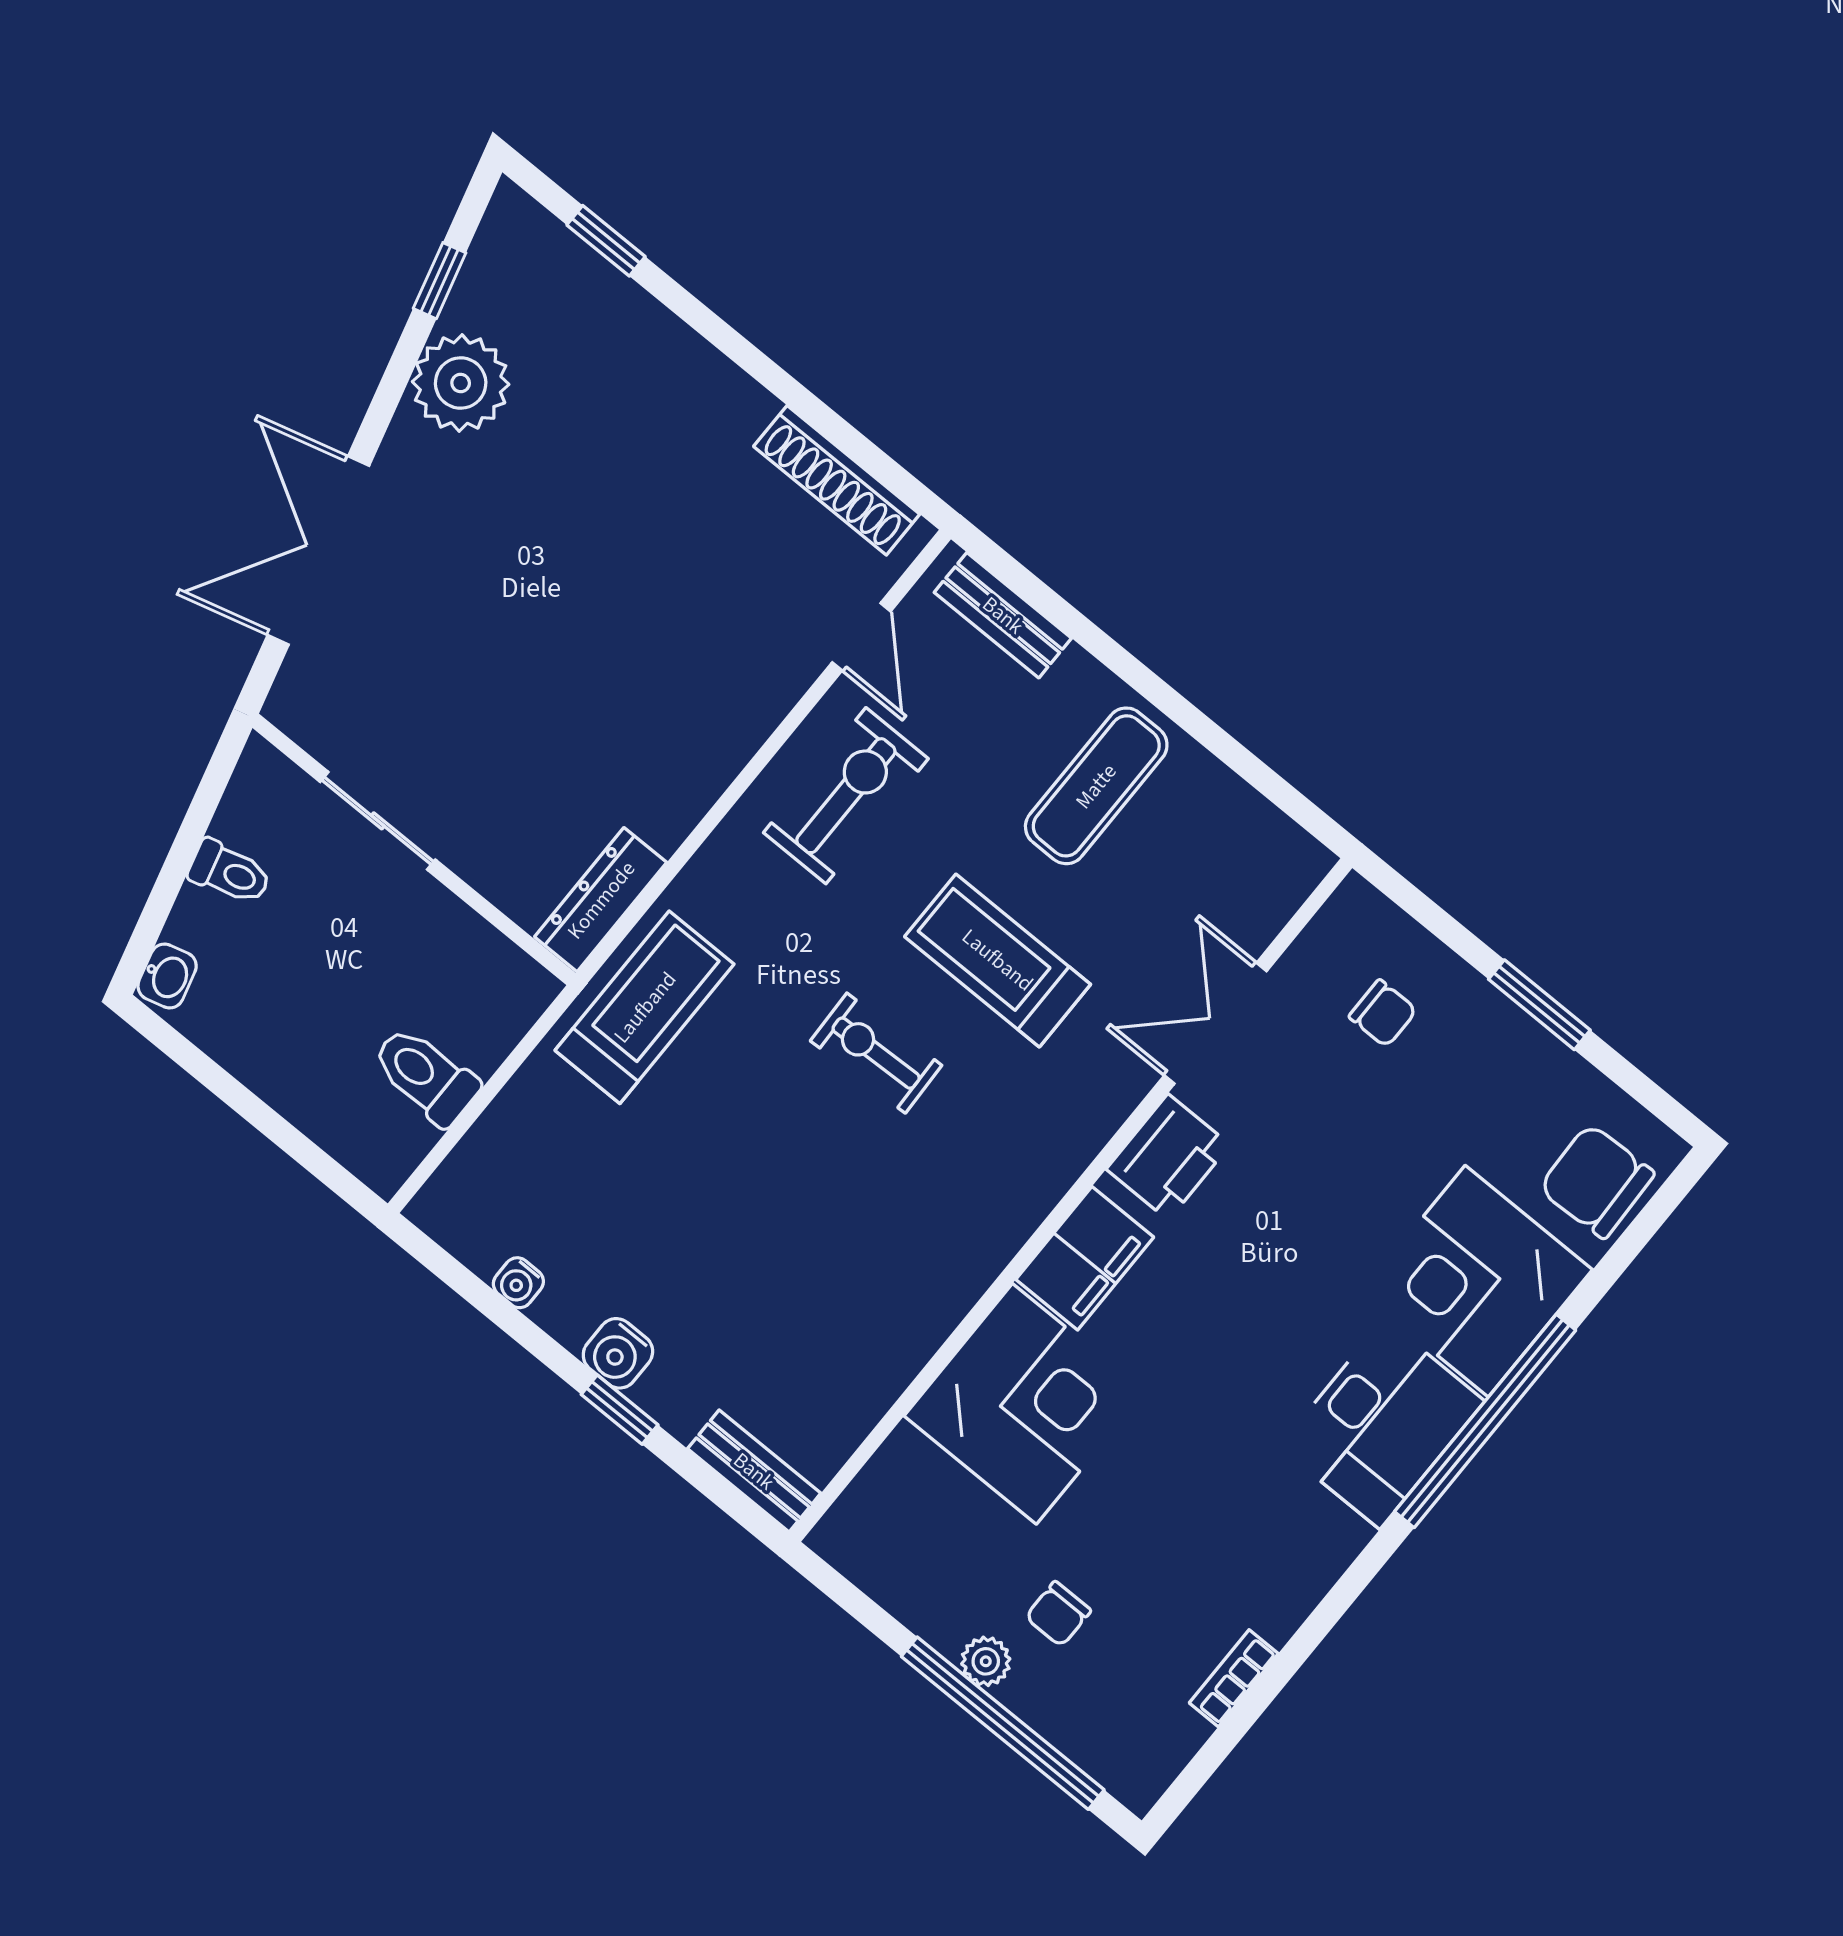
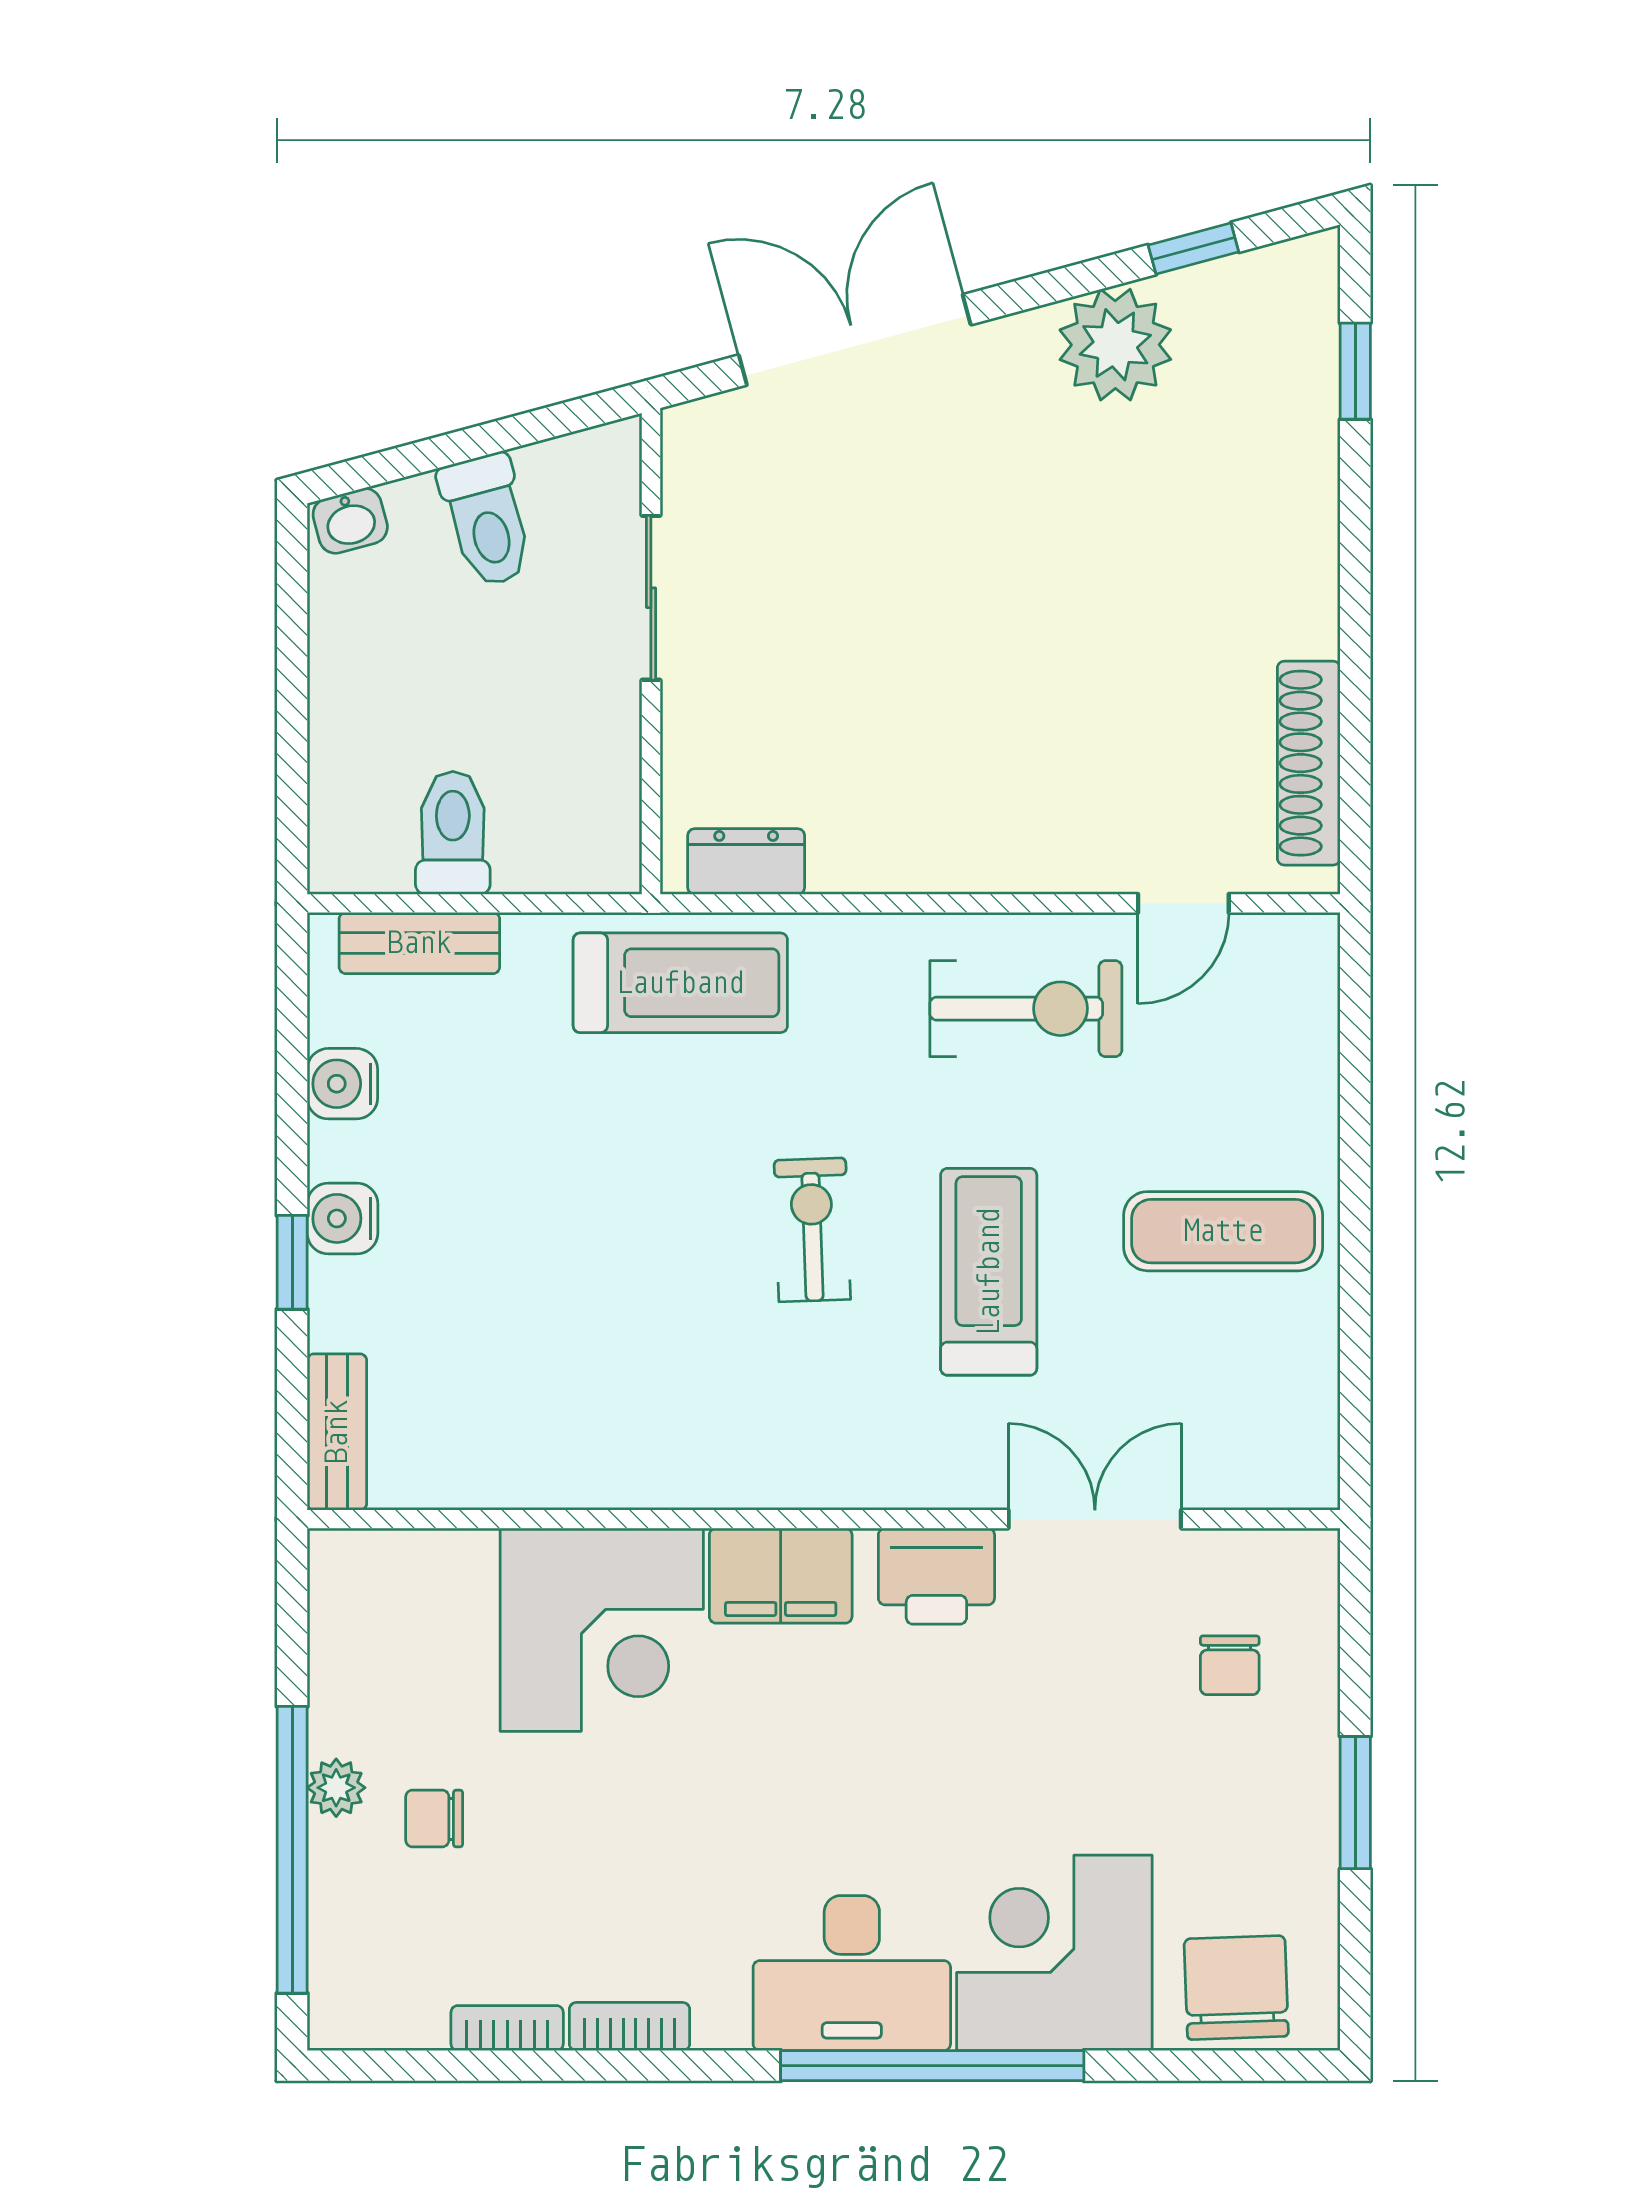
bench: (1003, 615) -> (419, 943), moved, turned 90
toilet: (230, 872) -> (487, 520), width x1.37, depth x1.39
dresser: (601, 900) -> (746, 862), width x0.70
water cooler: (518, 1283) -> (342, 1084), width x1.38, depth x1.38
bookcase: (1298, 1598) -> (629, 2027), added

